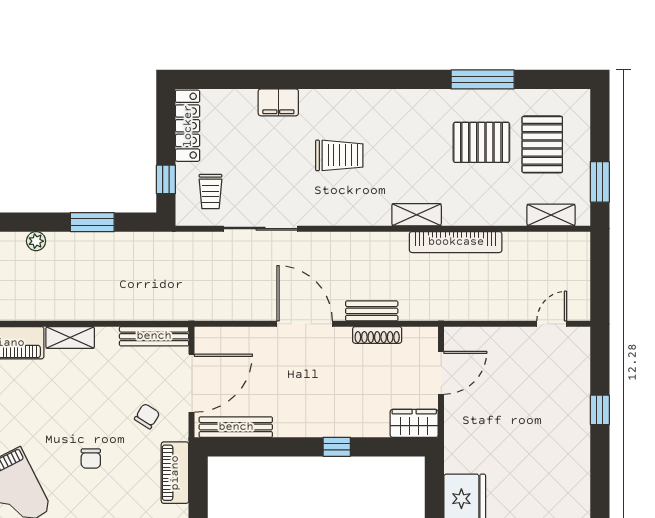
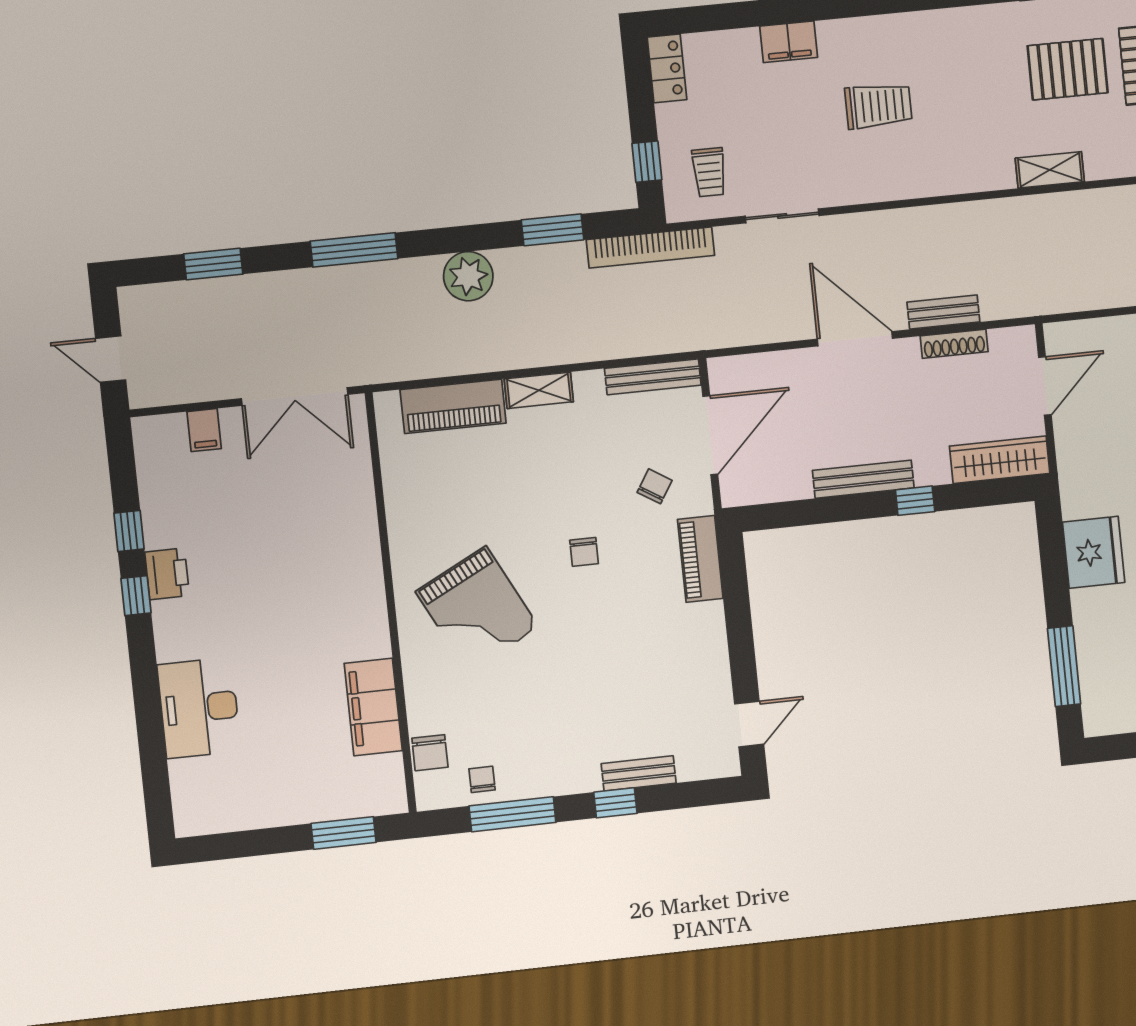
locker: (188, 126) -> (667, 68), width x0.66
shelving: (417, 215) -> (1050, 170), moved
sliding door: (261, 229) -> (782, 216), width x0.73
plant: (36, 241) -> (468, 276), width x1.88, depth x1.88
bookcase: (456, 242) -> (650, 248), moved
wardrobe: (414, 423) -> (1000, 460), width x1.50
bench: (236, 427) -> (863, 479), moved

